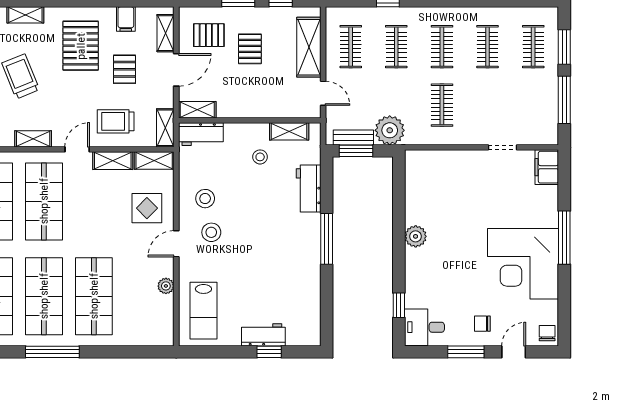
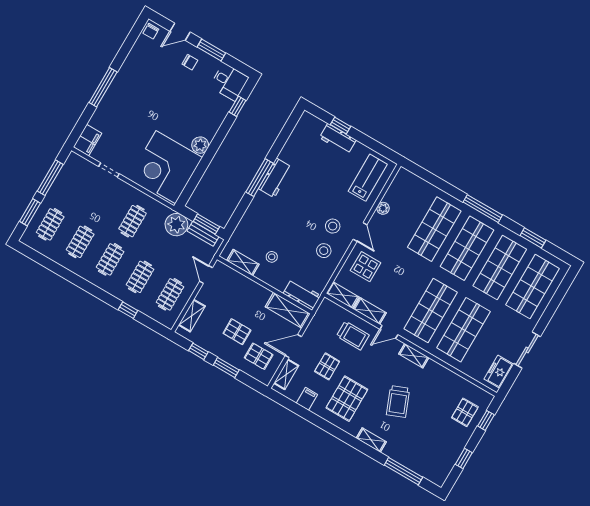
shelving: (309, 47) -> (192, 316), width x0.67, depth x0.75
pallet: (250, 49) -> (237, 332), turned 90
shelving: (197, 110) -> (288, 310), width x1.50, depth x1.33
shelving: (165, 128) -> (323, 312), removed
workbench: (309, 188) -> (275, 178), moved
door: (176, 244) -> (360, 232), hinge flipped
corner desk: (523, 264) -> (166, 167), moved, turned 180

